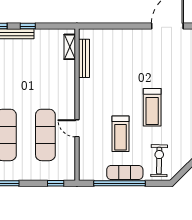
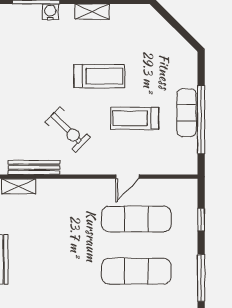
treadmill: (121, 134) -> (135, 118), turned 180
exercise bike: (159, 161) -> (68, 130), moved, turned -136
window: (56, 183) -> (201, 220), moved

